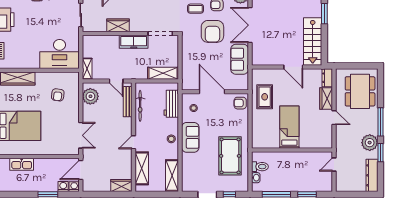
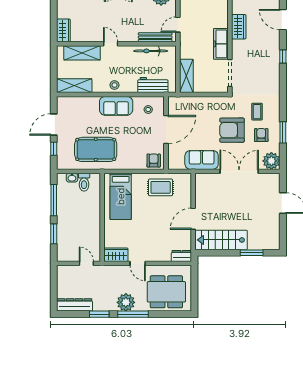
wardrobe: (326, 99) -> (116, 255), moved
door: (334, 118) -> (138, 263), hinge flipped
bed: (289, 127) -> (121, 196), moved, turned 90
plant: (370, 143) -> (126, 302), moved

